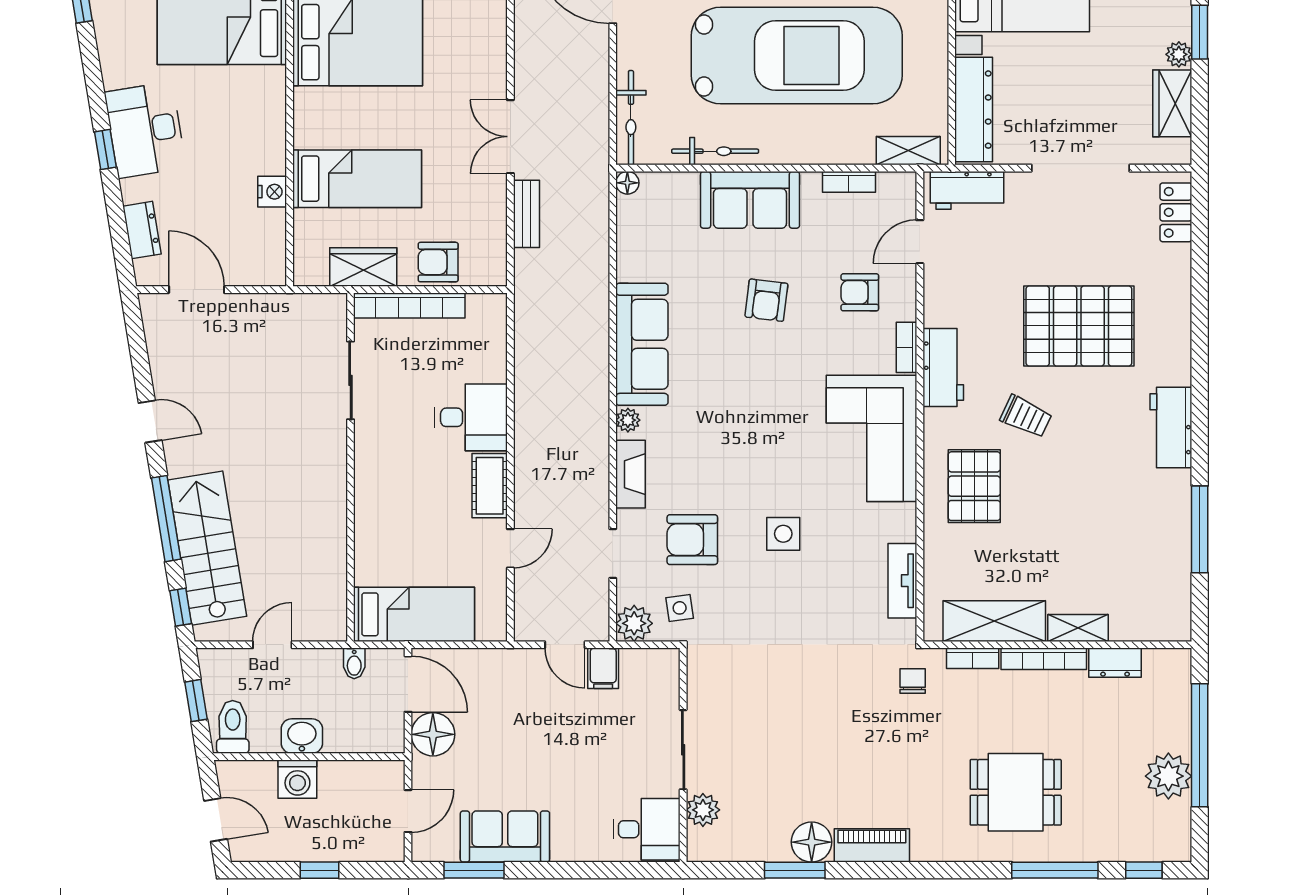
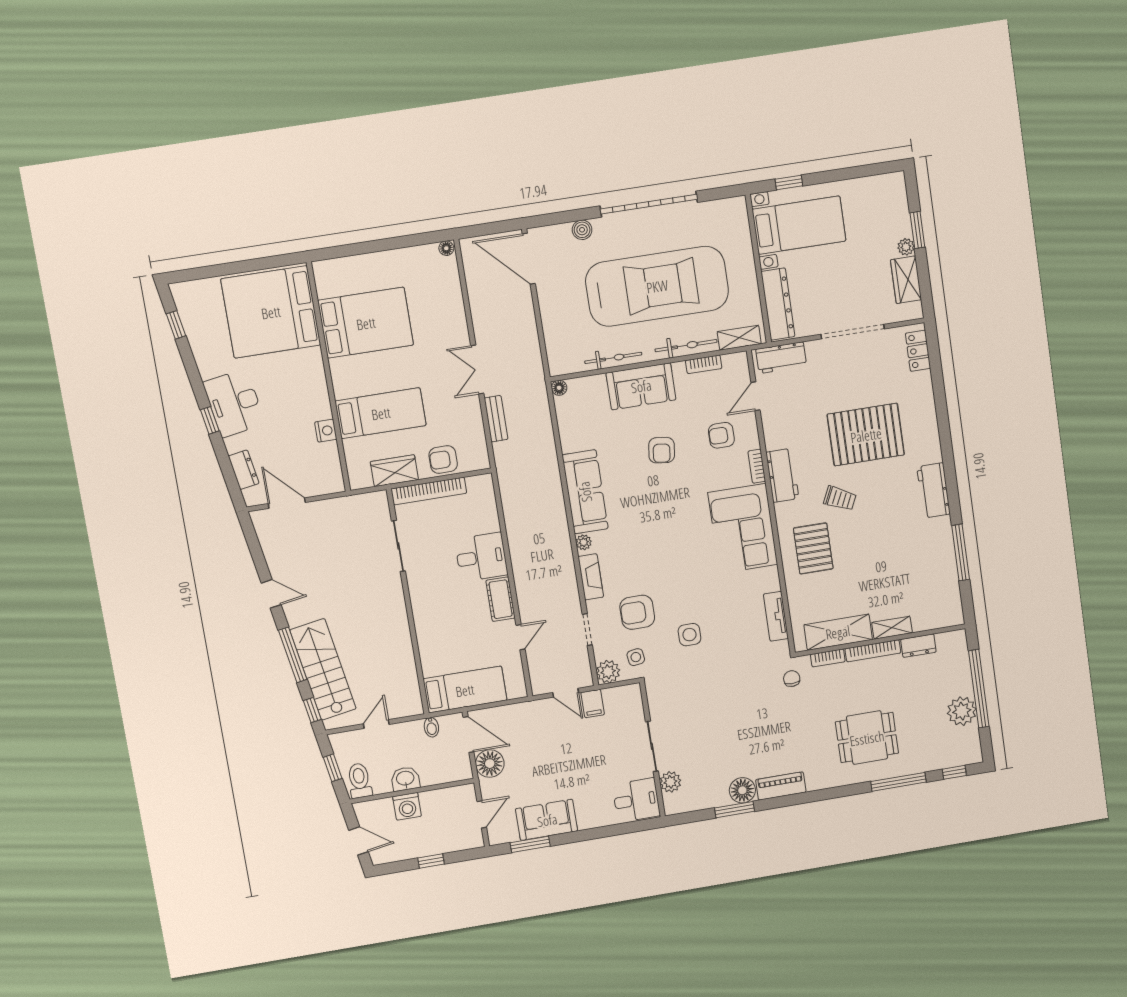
bicycle: (631, 118) -> (686, 346), moved, turned -90
side table: (783, 534) -> (689, 635), moved

